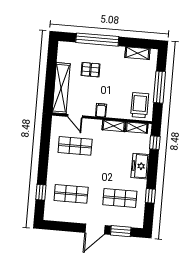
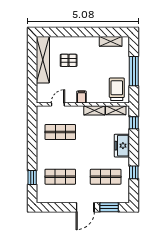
window: (97, 40) -> (73, 32), removed
shelving: (61, 88) -> (43, 60), moved
door: (75, 116) -> (58, 104), swing flipped

